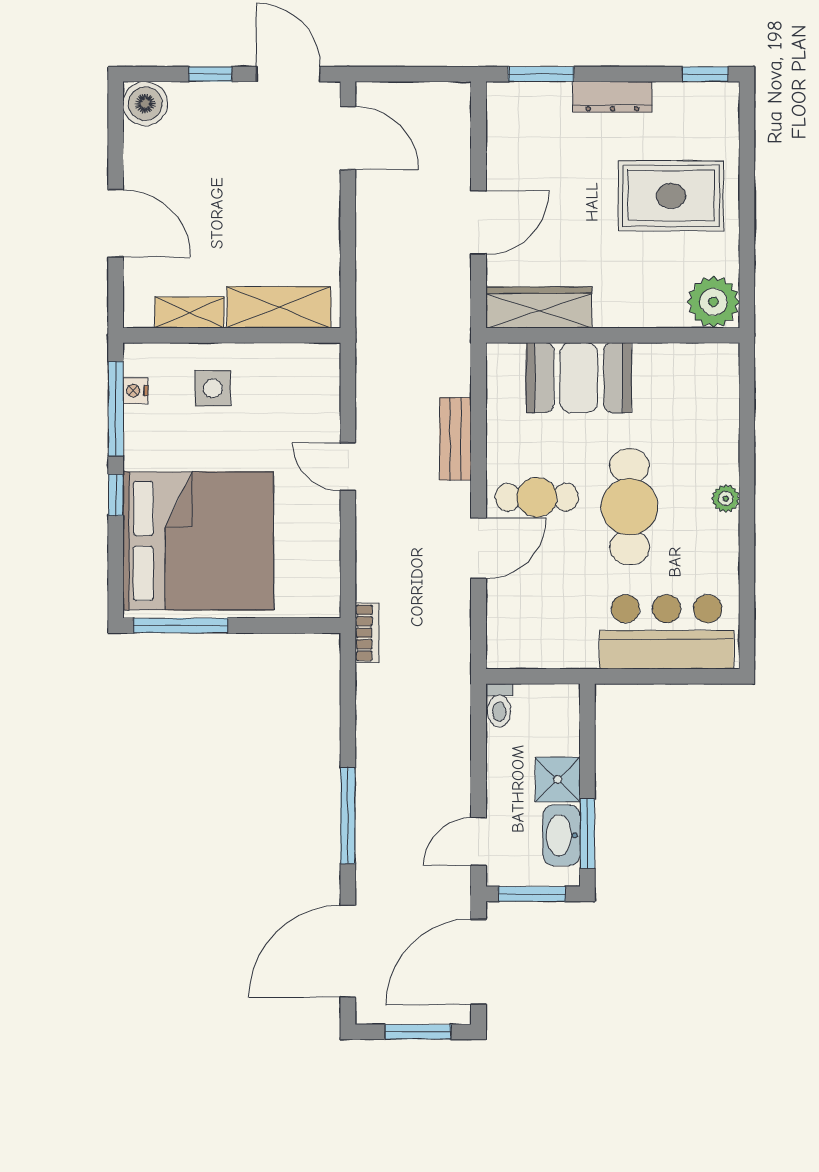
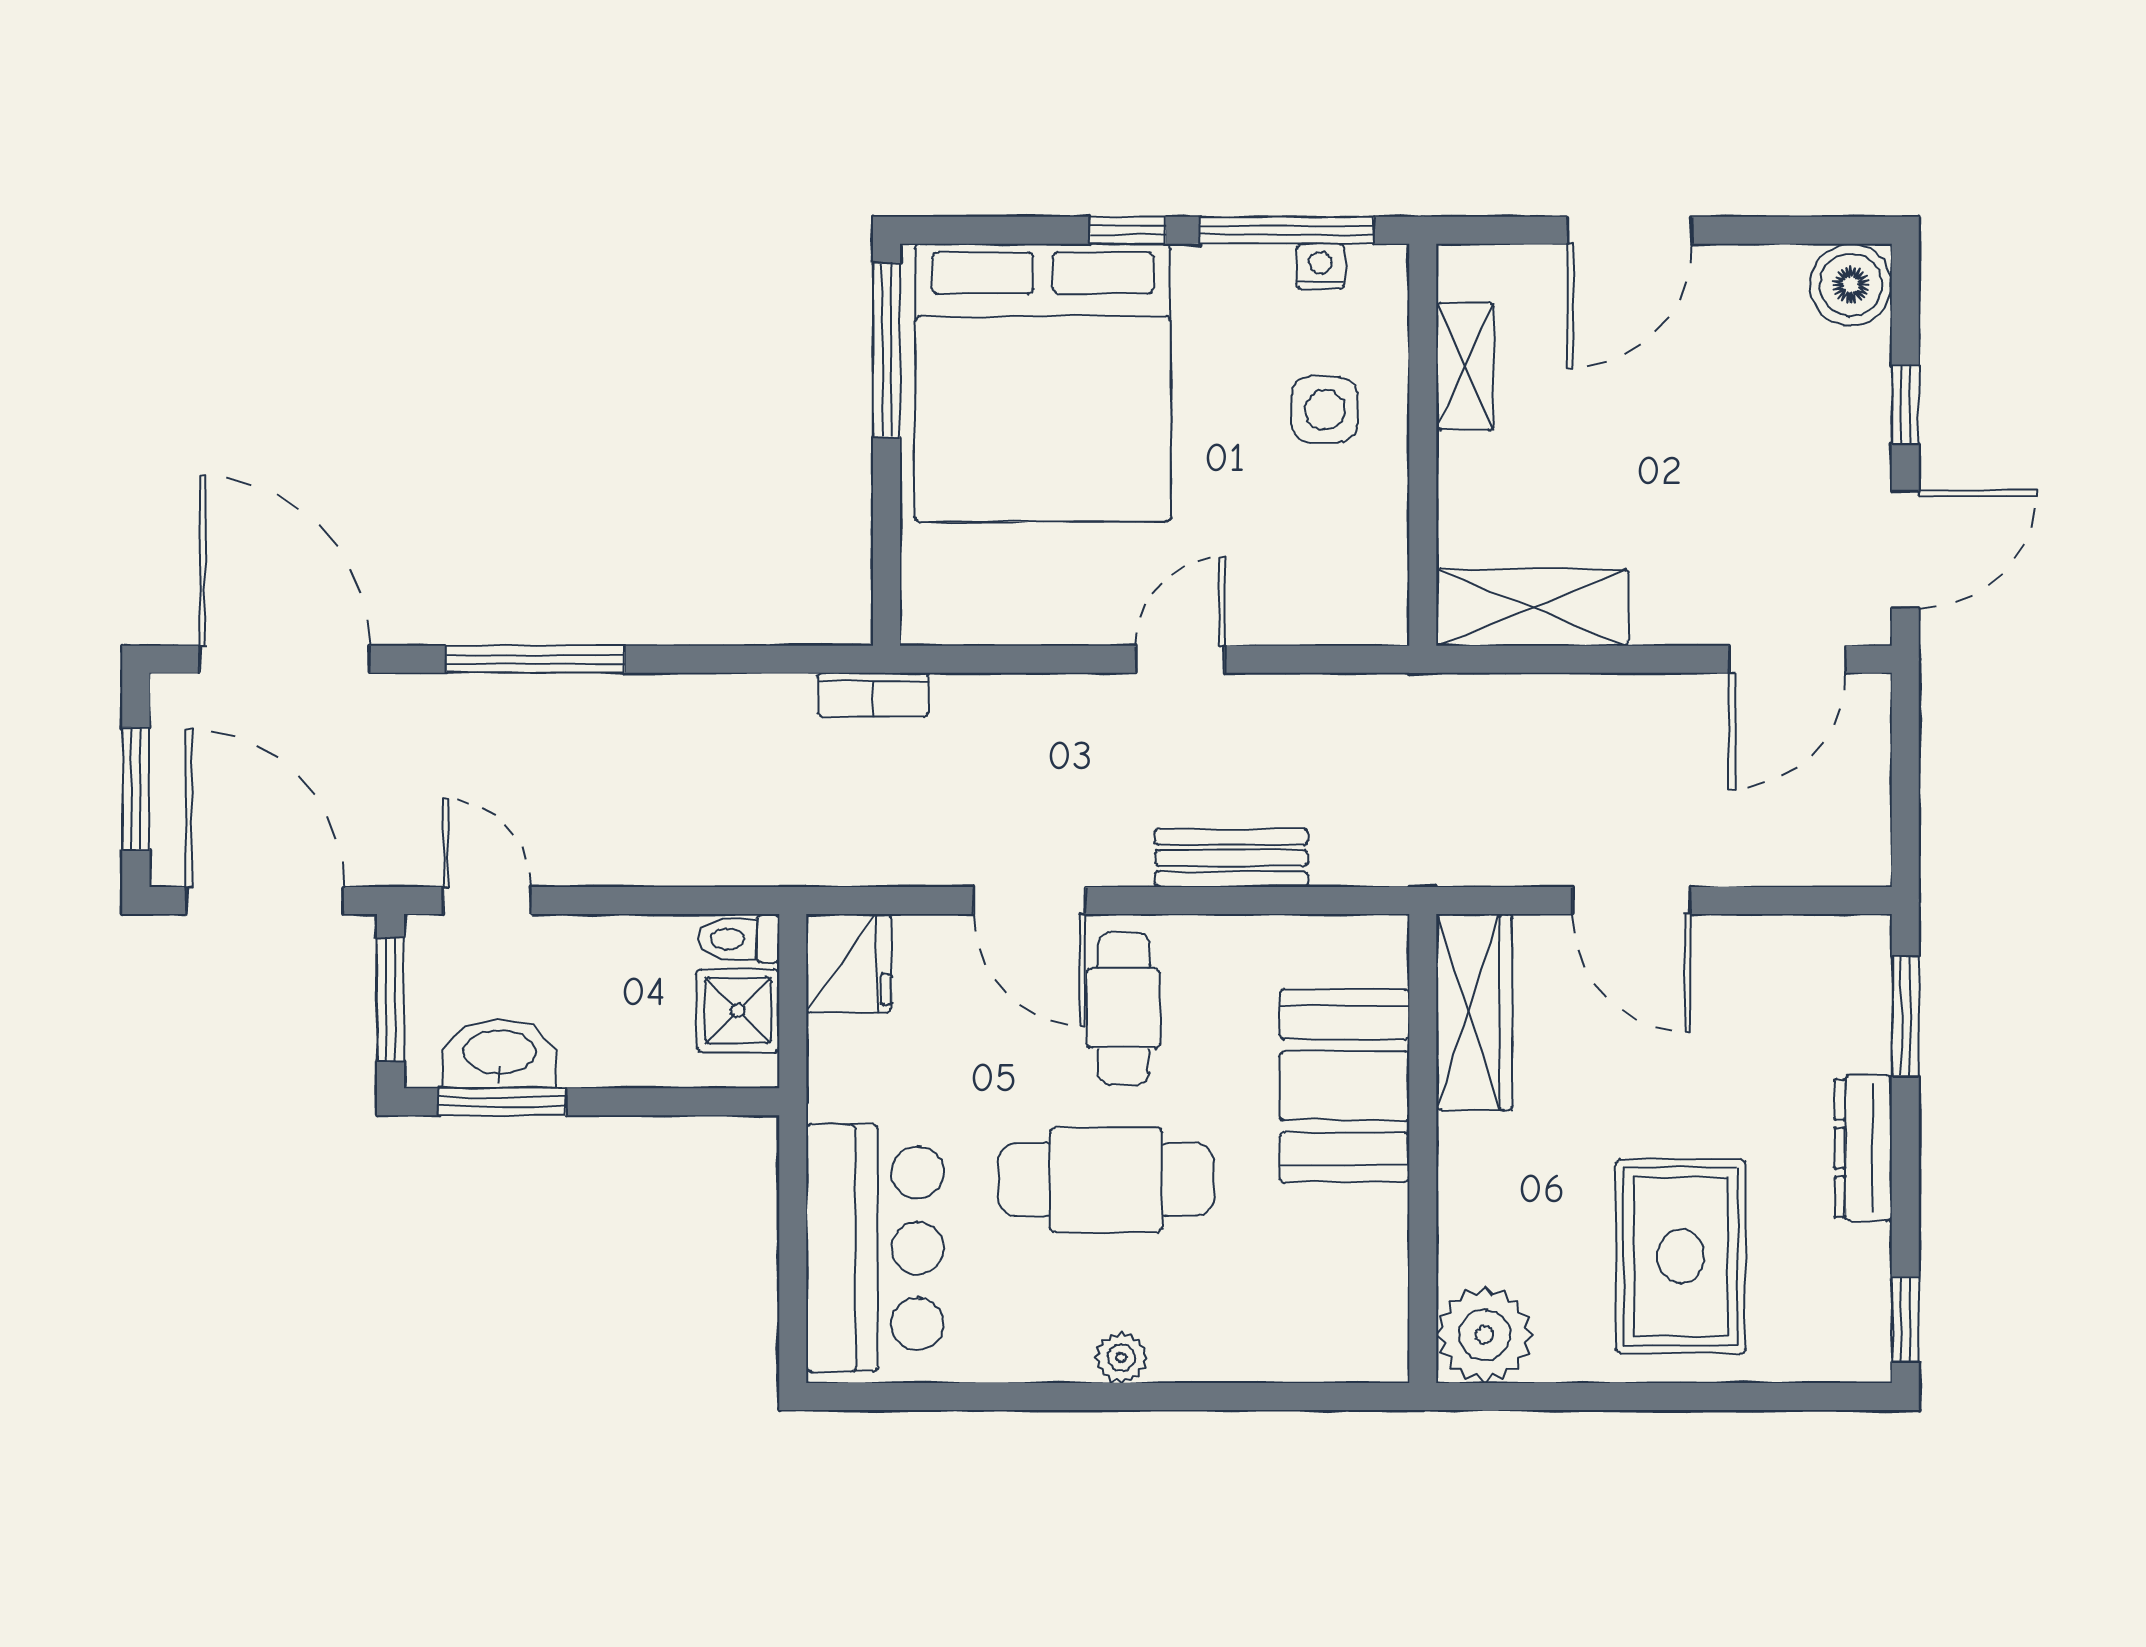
shelving: (279, 307) -> (1532, 607), moved, turned 90
fridge: (513, 646) -> (849, 963), added
shower: (558, 780) -> (738, 1010), moved

